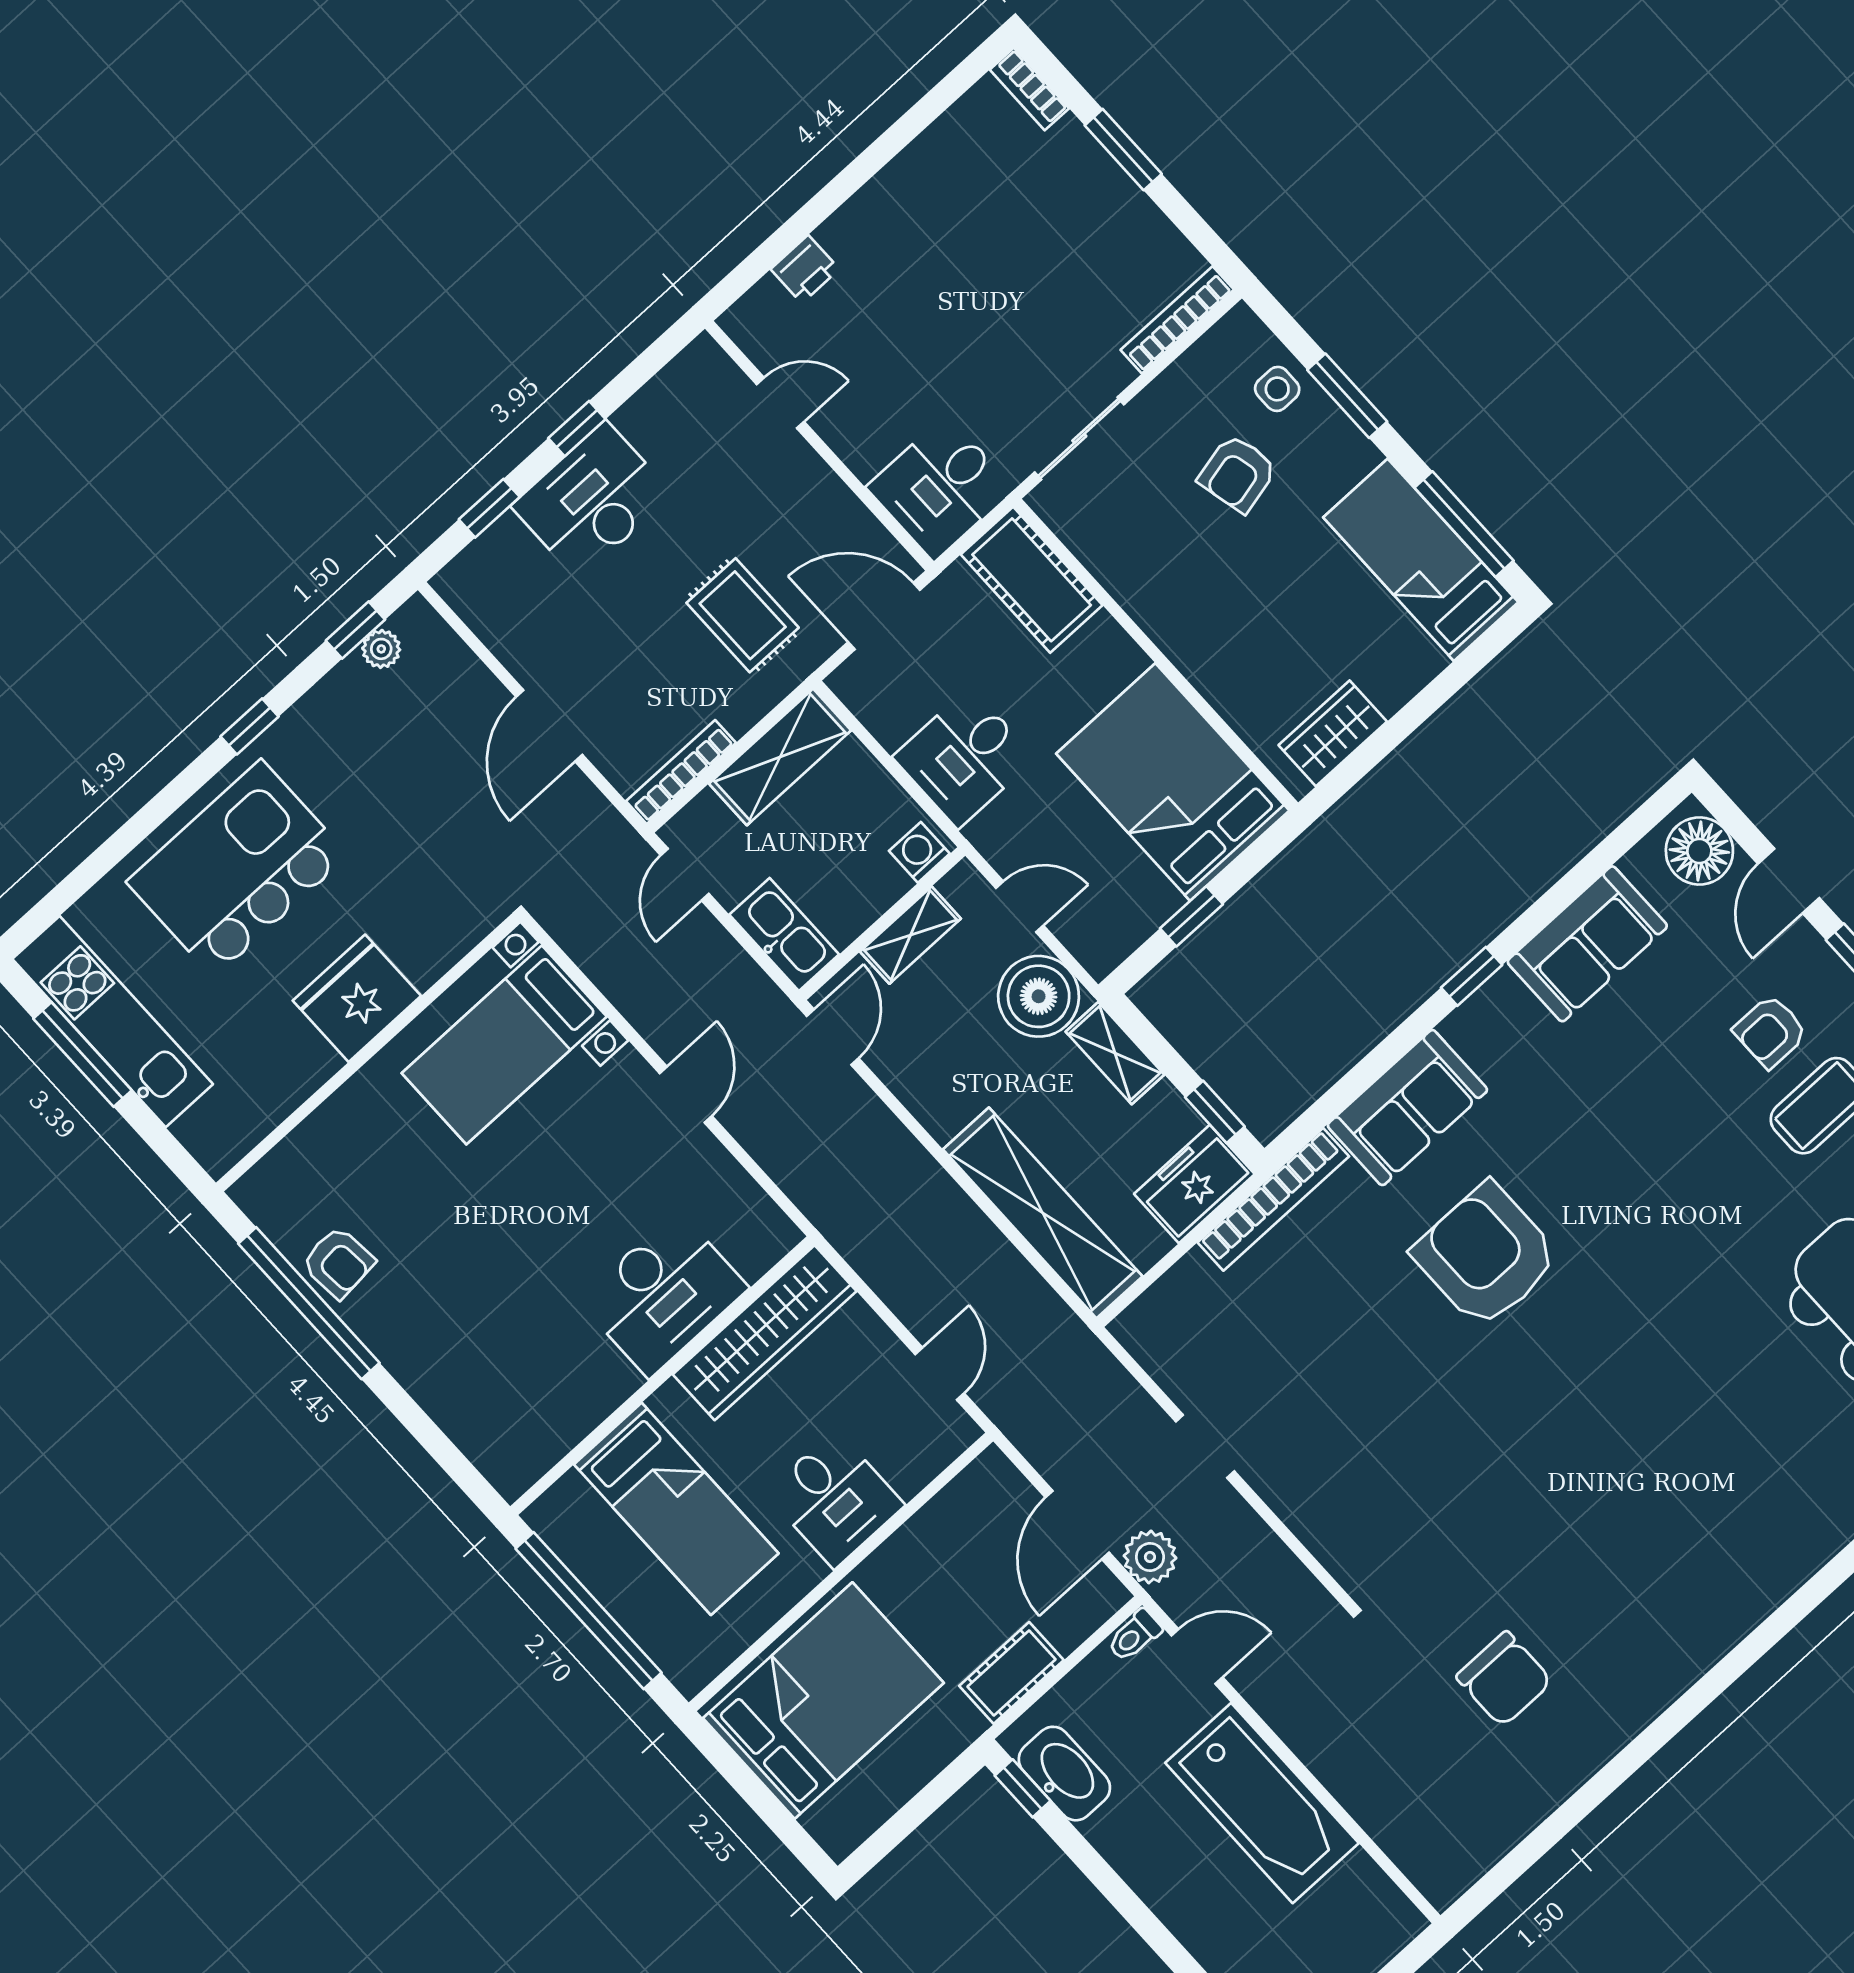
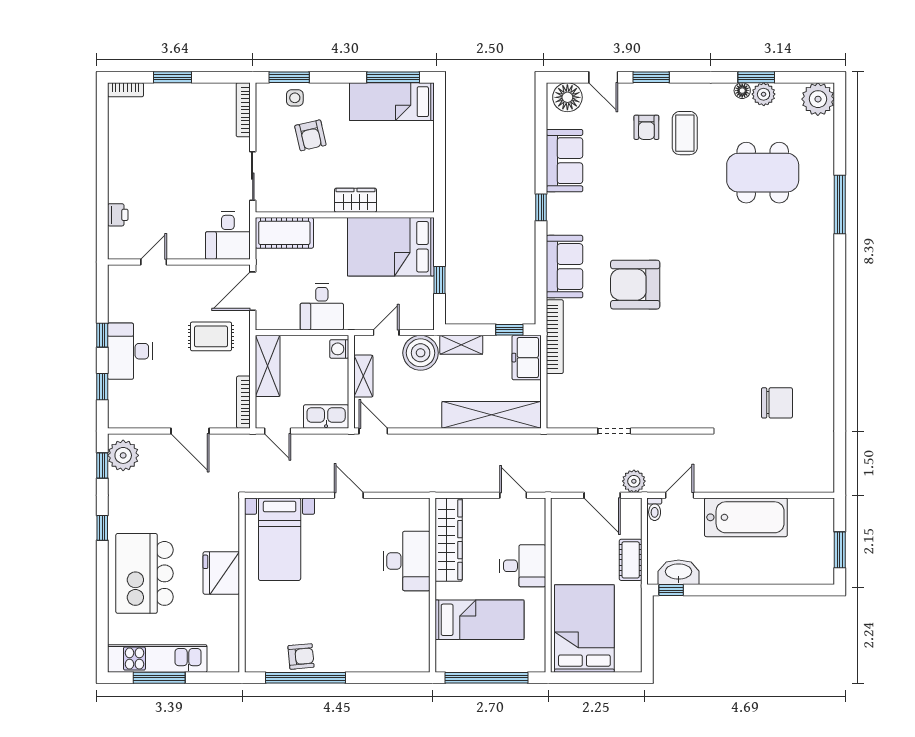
window: (1347, 396) -> (289, 77), moved
plant: (381, 649) -> (123, 455), width x1.88, depth x1.88
wardrobe: (1333, 733) -> (356, 200), moved, turned 90

